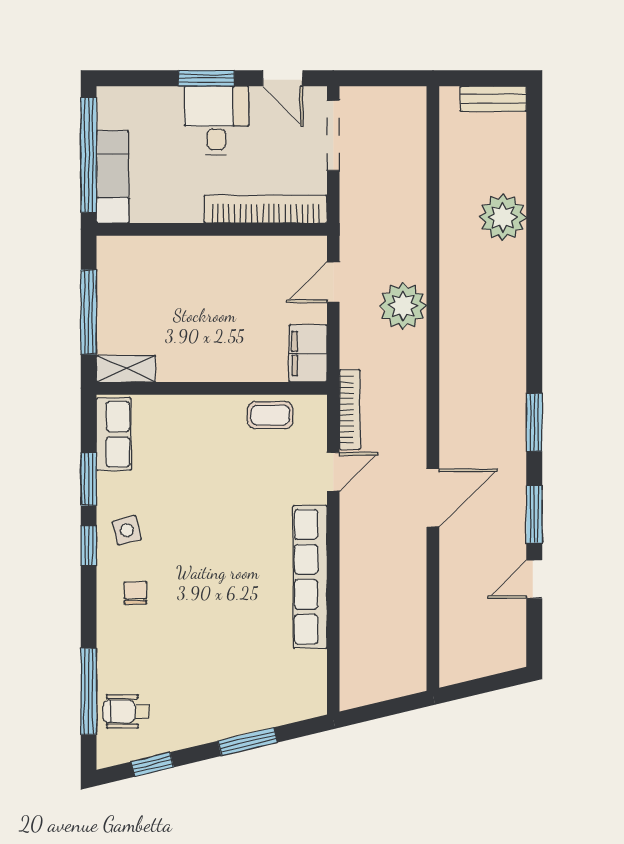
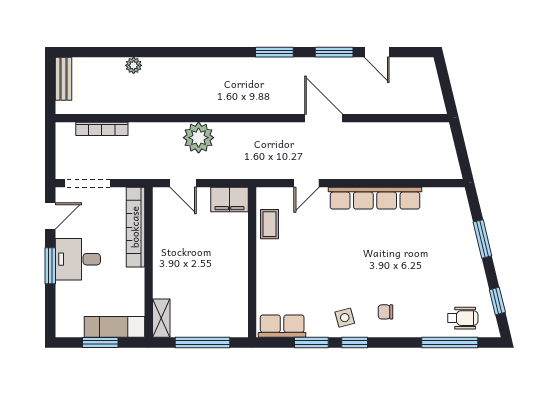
window: (89, 155) -> (100, 342), width x0.47
plant: (503, 217) -> (134, 65), width x0.53, depth x0.53
shelving: (126, 369) -> (161, 318), moved
bookcase: (350, 410) -> (102, 129), moved, turned 180
door: (333, 472) -> (307, 183), swing flipped
wheelchair: (126, 711) -> (463, 318), turned -90

